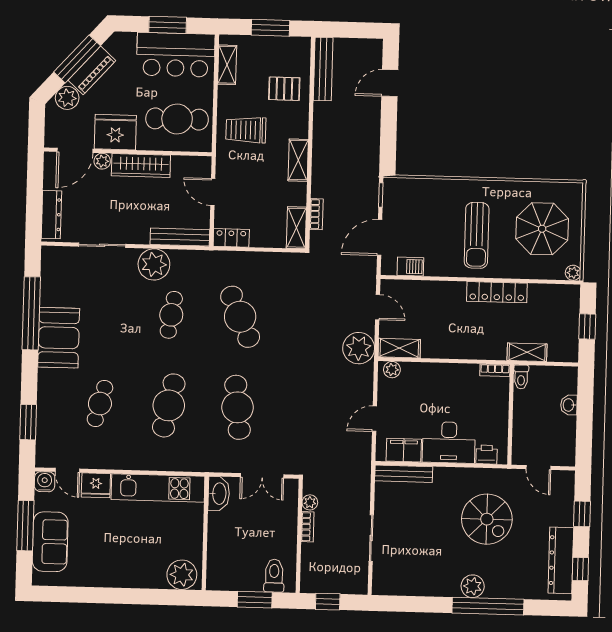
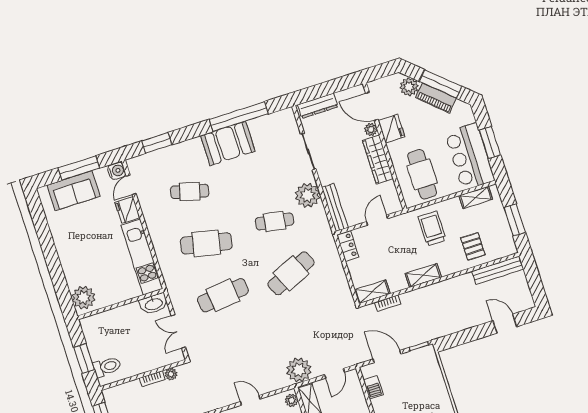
fridge: (115, 132) -> (391, 129), width x0.73, depth x0.75

